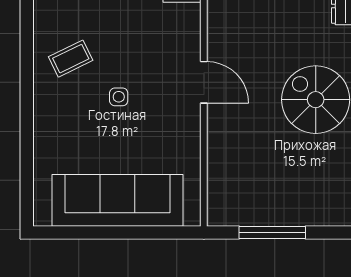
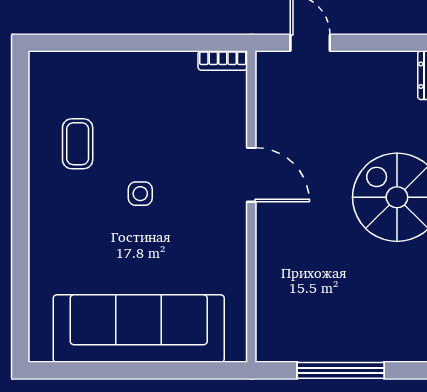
coffee table: (71, 59) -> (78, 144), turned -64

